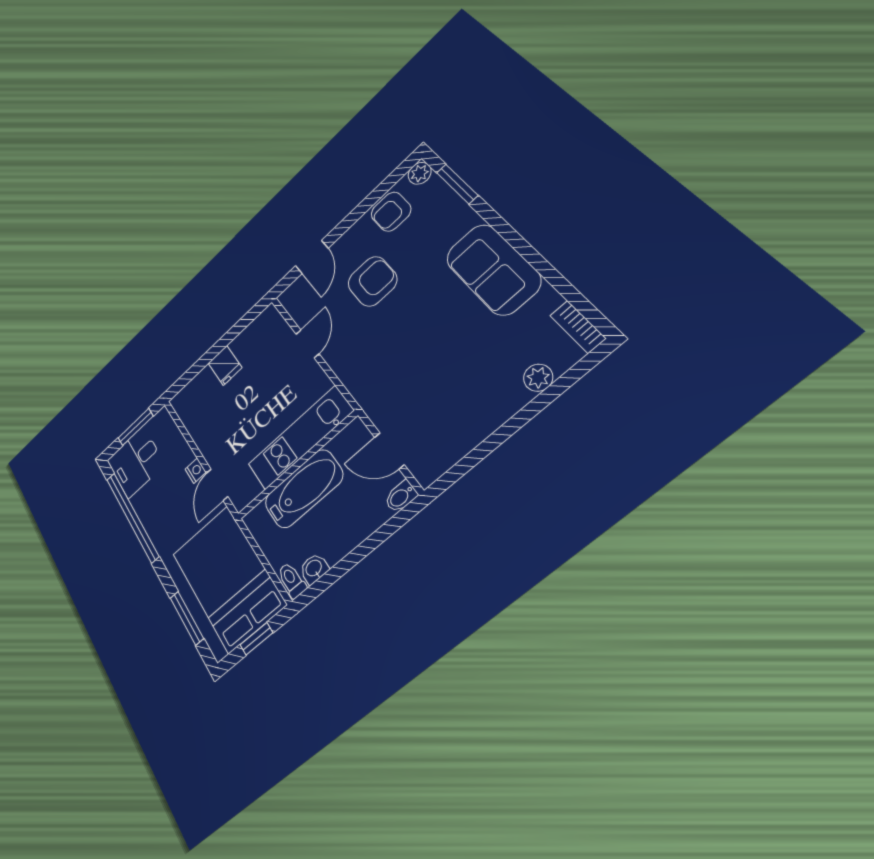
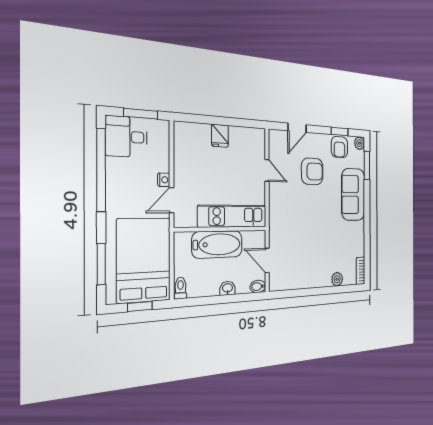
window: (376, 195) -> (340, 131), added
armchair: (391, 212) -> (339, 147), turned -90
sofa: (493, 269) -> (353, 194), moved
door: (307, 344) -> (267, 170), hinge flipped
washbasin: (314, 569) -> (228, 288), moved

